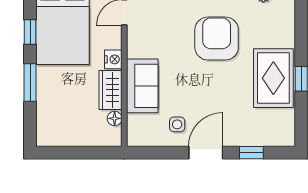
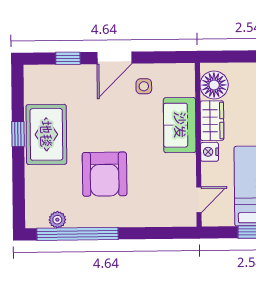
floor lamp: (115, 118) -> (214, 85), width x1.89, depth x1.89

